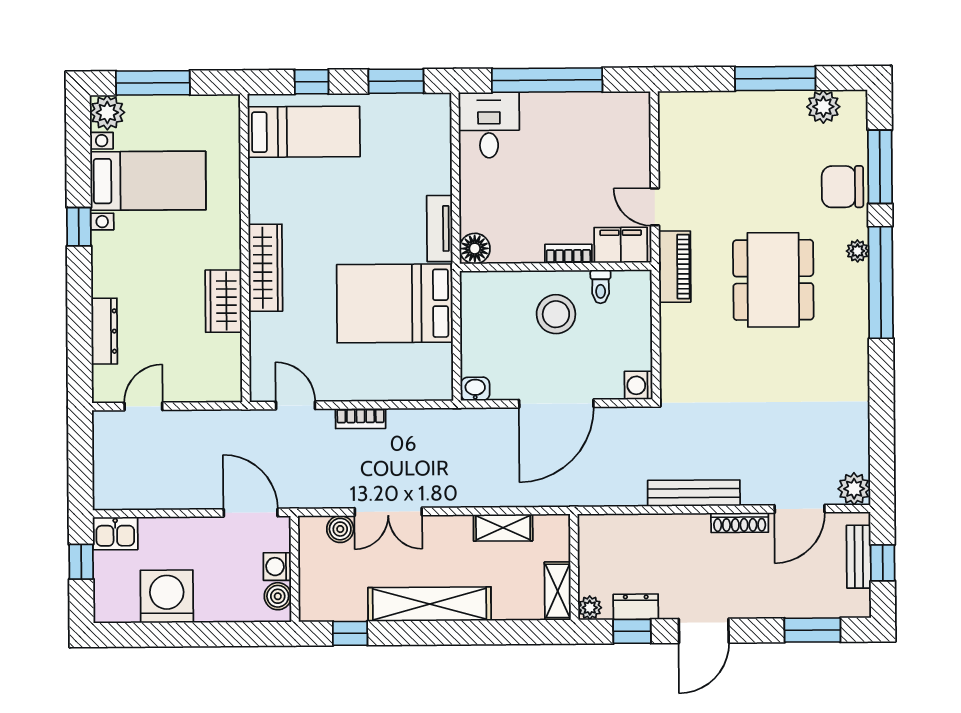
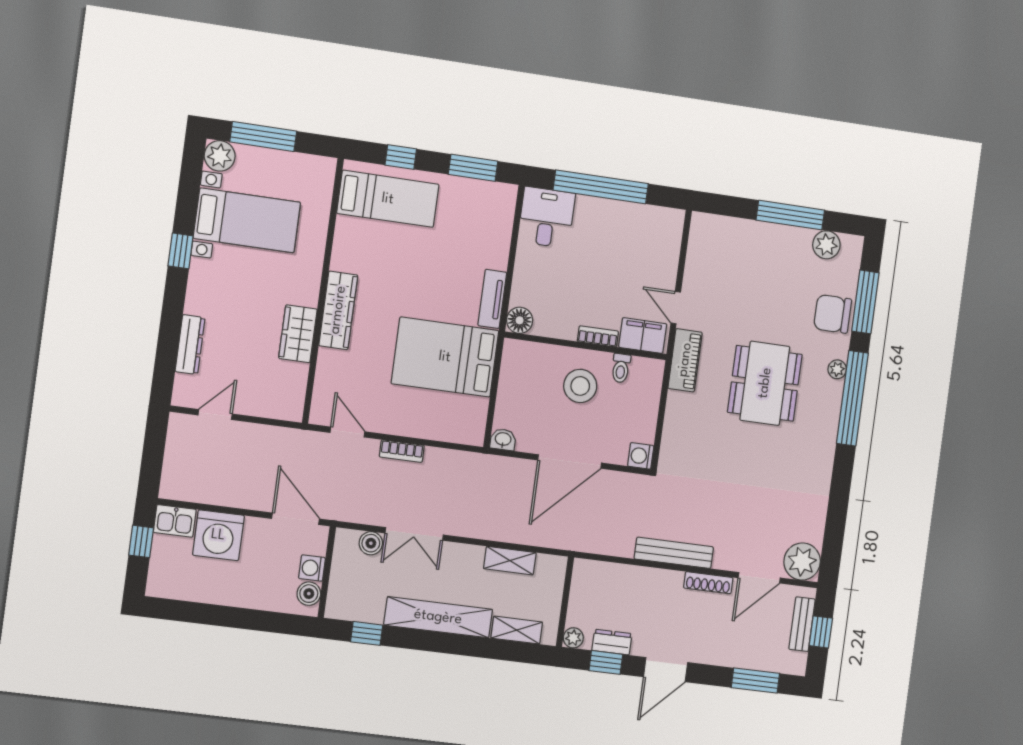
plant: (854, 489) -> (802, 562), width x1.36, depth x1.36
shelving: (558, 591) -> (517, 630), moved, turned 90
washing machine: (167, 596) -> (218, 535), moved, turned 180

